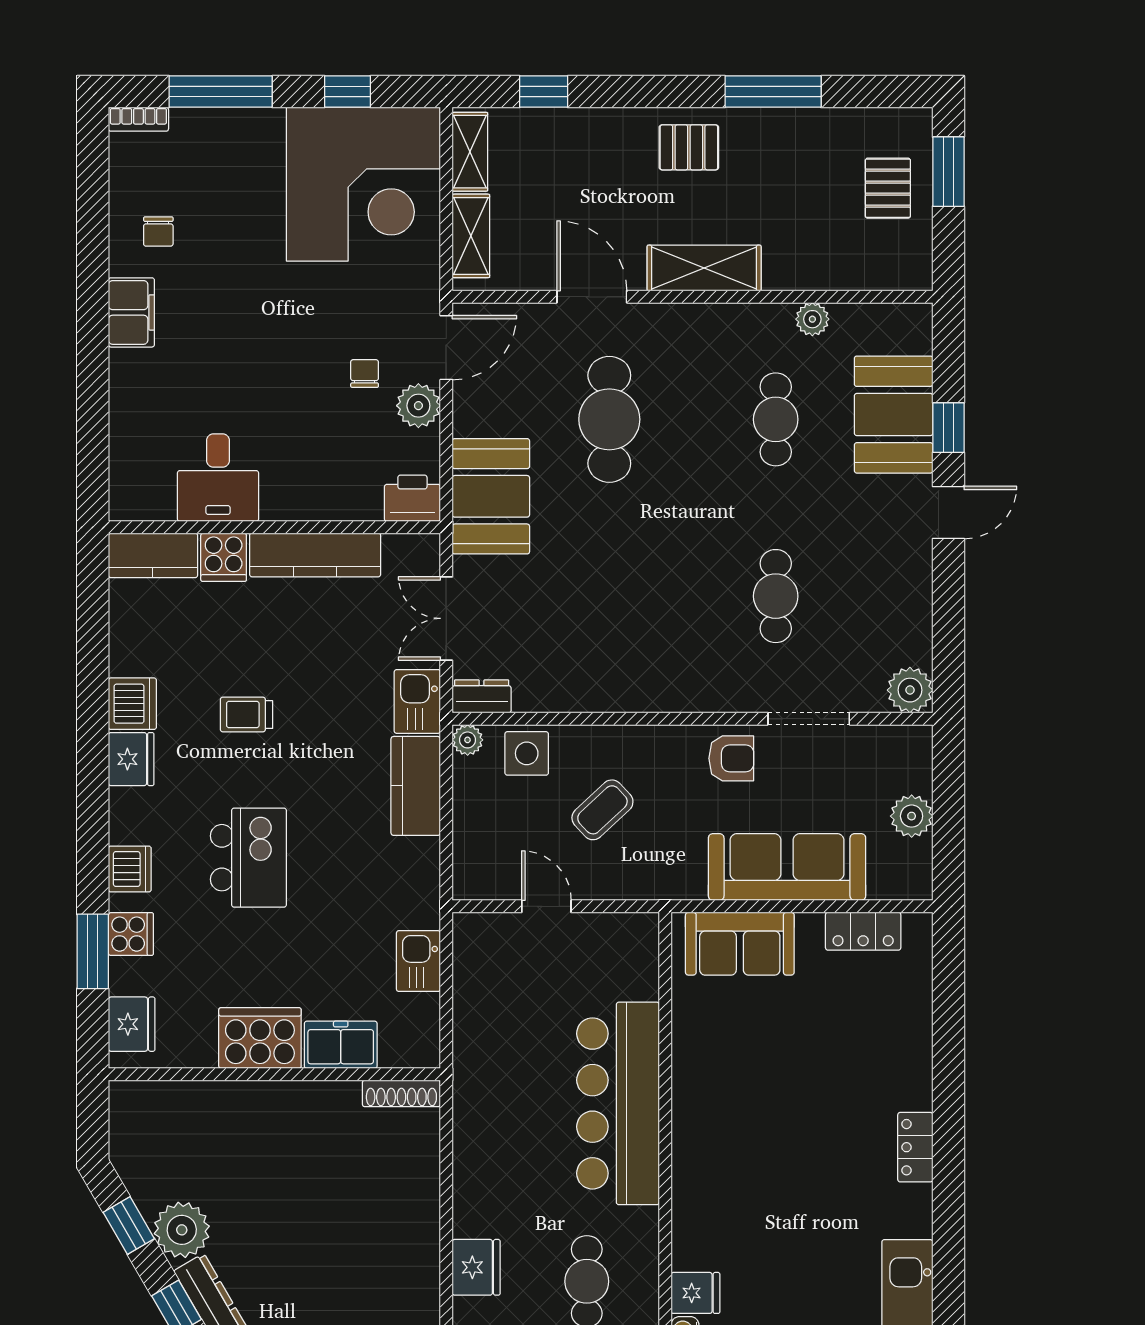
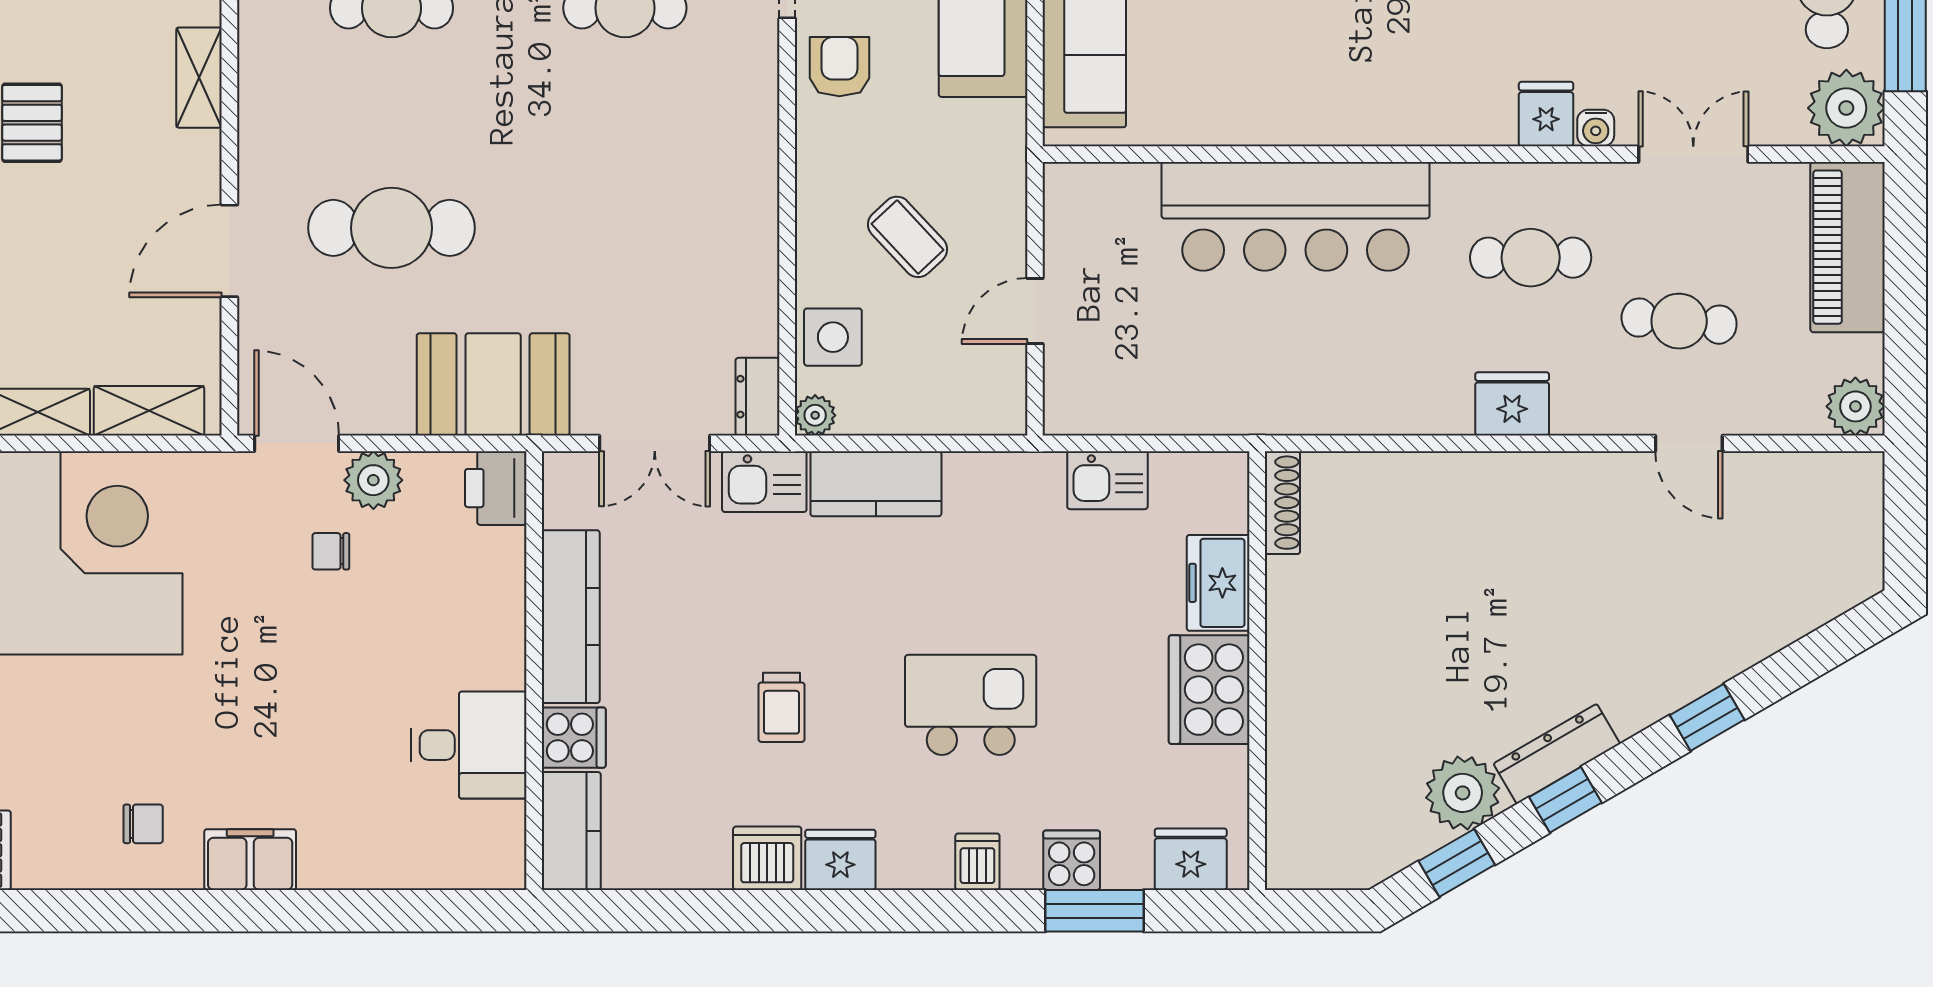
shelving: (704, 268) -> (199, 78), width x0.67, depth x0.75
dishwasher: (130, 869) -> (977, 862), width x0.73

